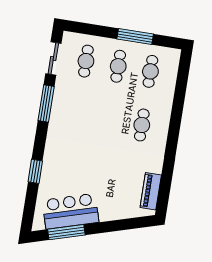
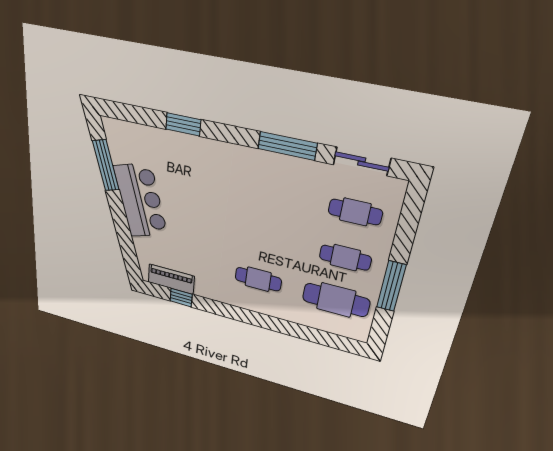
cafe table: (150, 71) -> (336, 300), width x1.37, depth x1.35
window: (165, 185) -> (181, 298), added
bar counter: (71, 211) -> (141, 201), moved

